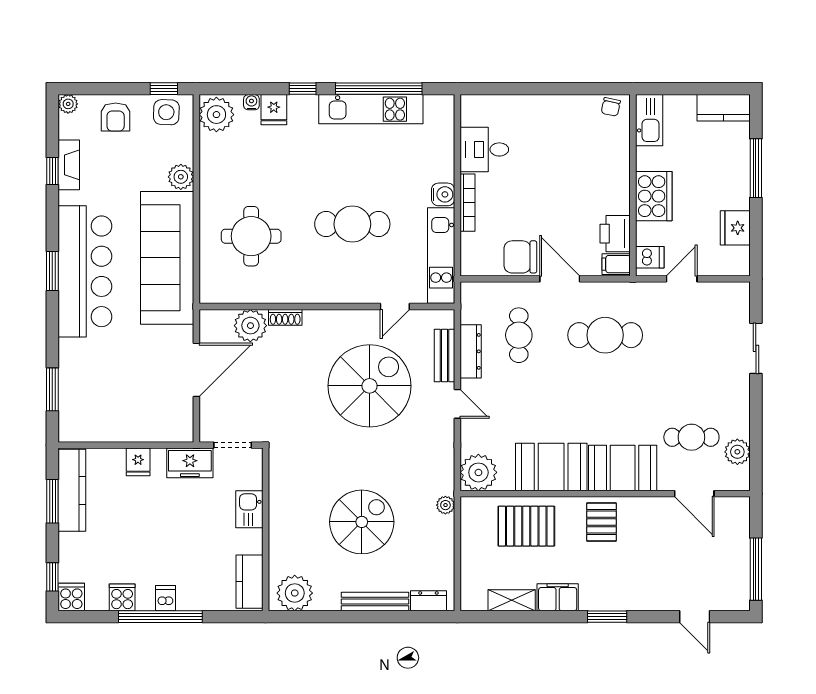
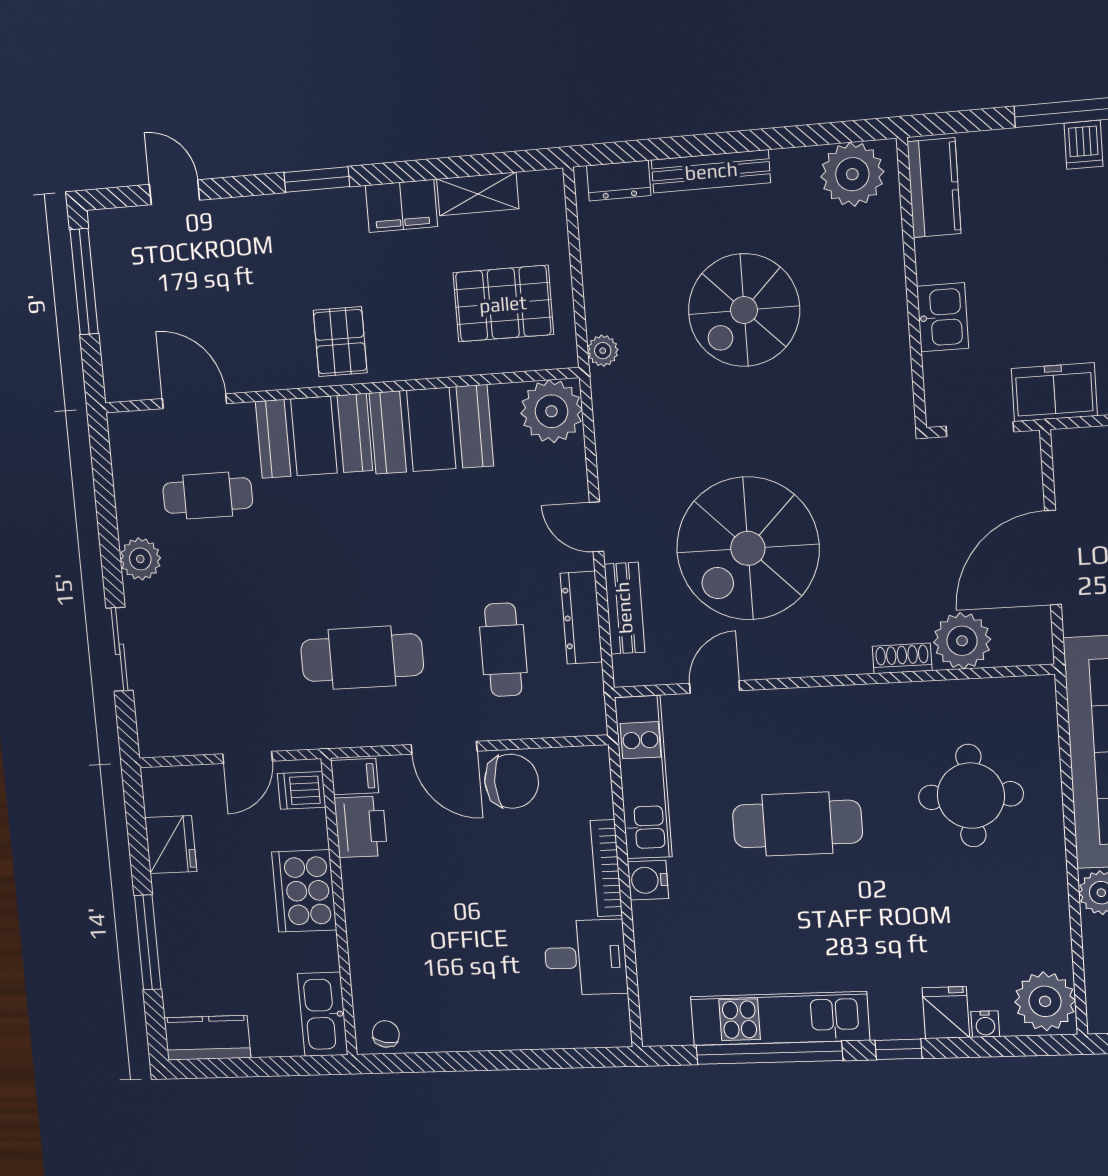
plant: (737, 452) -> (140, 559), moved
pallet: (526, 526) -> (503, 304), moved

